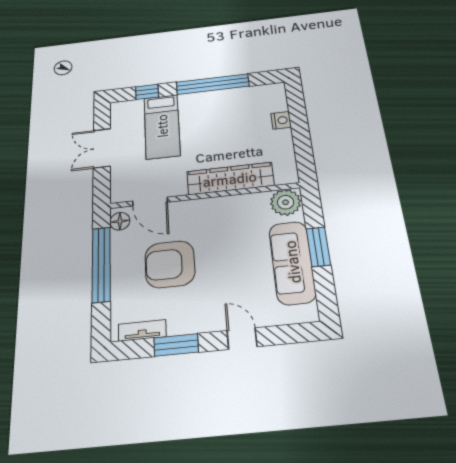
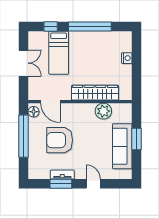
double door: (102, 148) -> (24, 63), swing flipped
plant: (286, 202) -> (103, 111), moved
tv unit: (142, 330) -> (62, 174), moved

